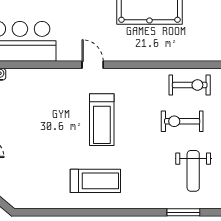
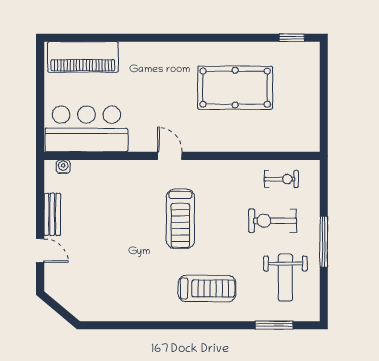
exercise bike: (190, 85) -> (281, 179), width x0.73, depth x0.72
treadmill: (95, 181) -> (207, 288), moved

